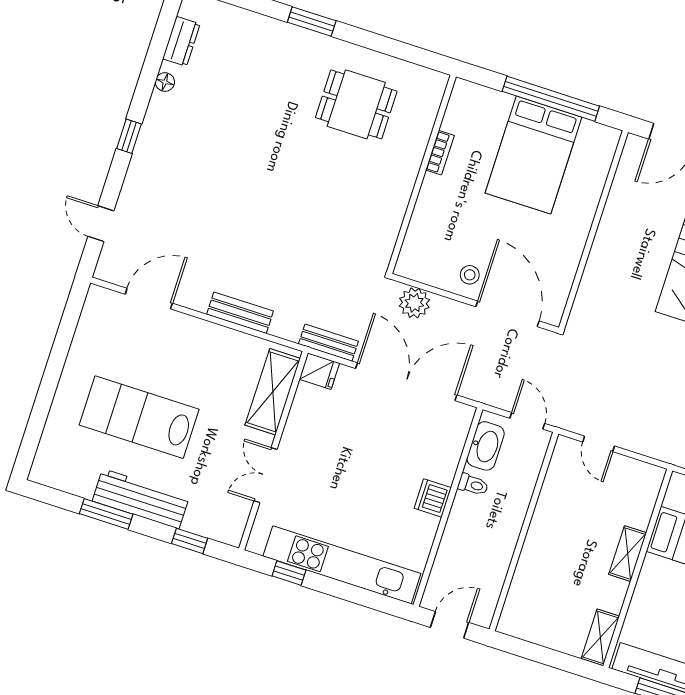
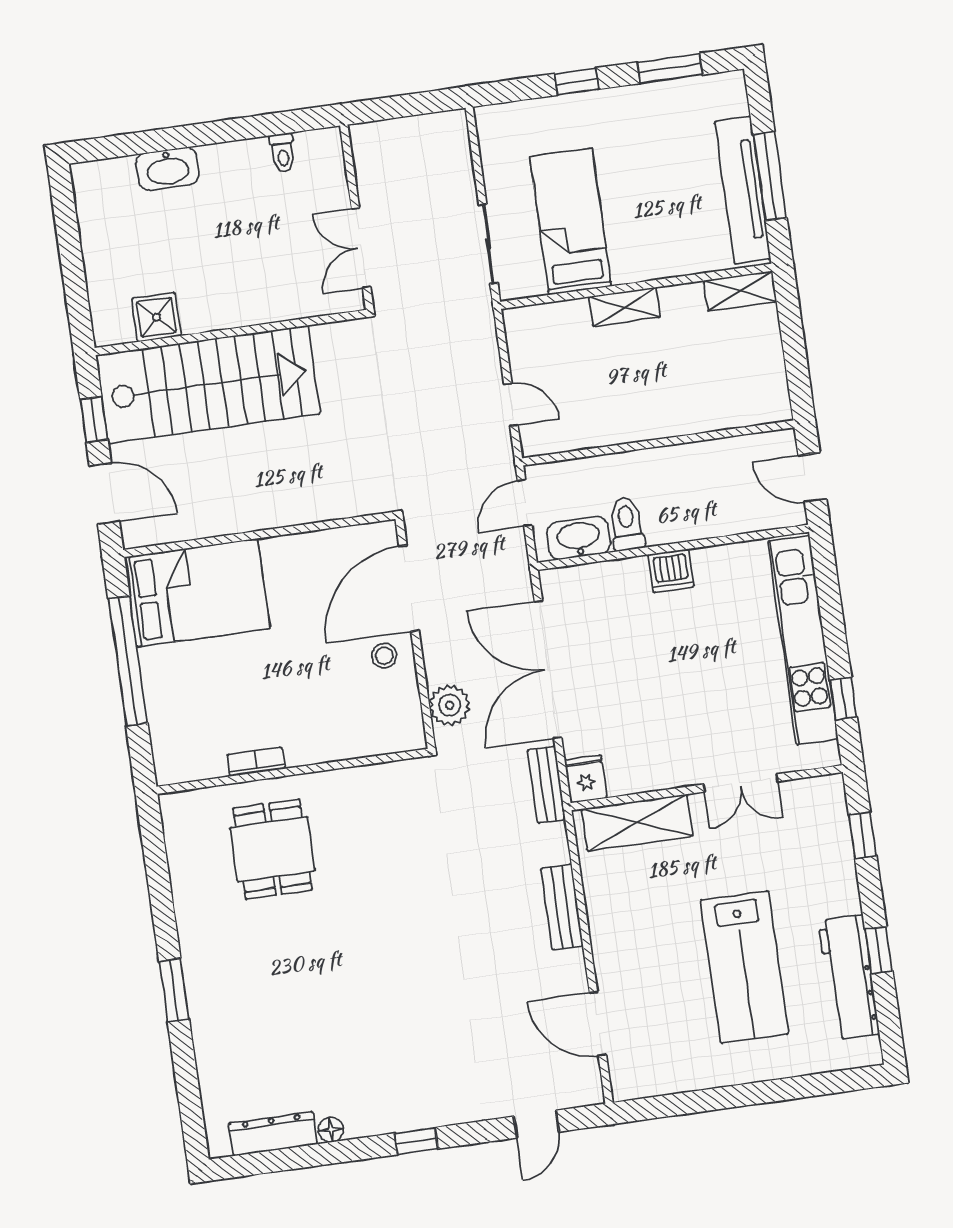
dresser: (181, 41) -> (273, 1134), width x1.44
dining table: (356, 104) -> (273, 849), moved
bed: (533, 155) -> (197, 593), moved
door: (599, 444) -> (511, 405), hinge flipped
toilet: (473, 485) -> (627, 524), width x1.37, depth x1.39
workbench: (141, 499) -> (849, 977), moved
window: (106, 514) -> (879, 950), width x0.67

